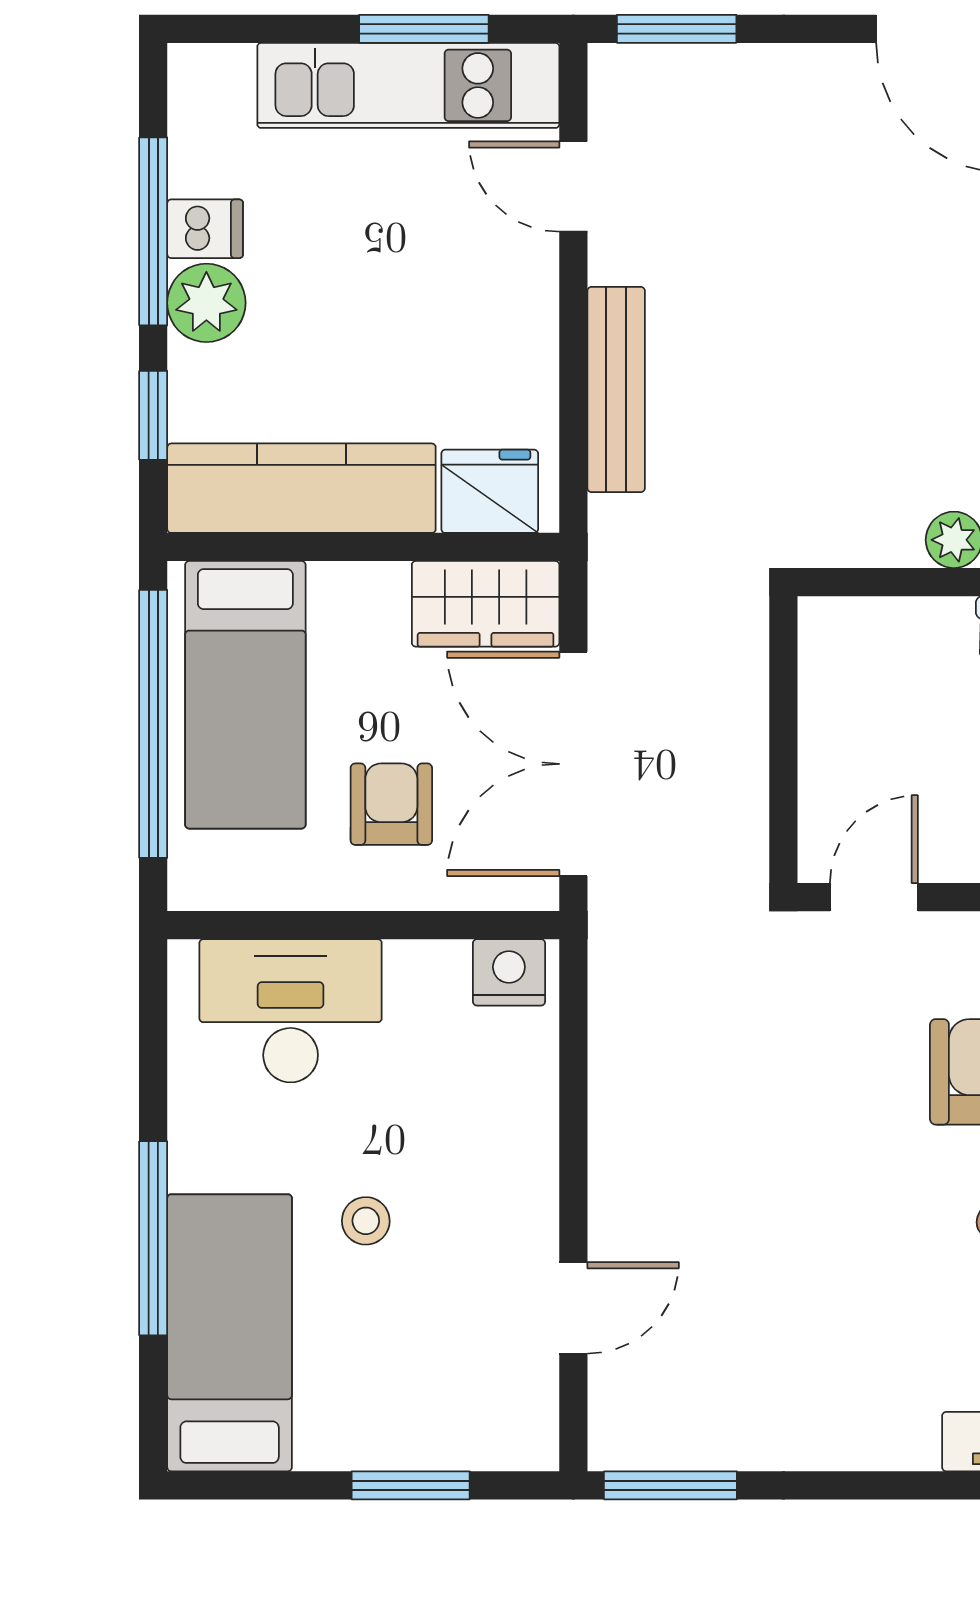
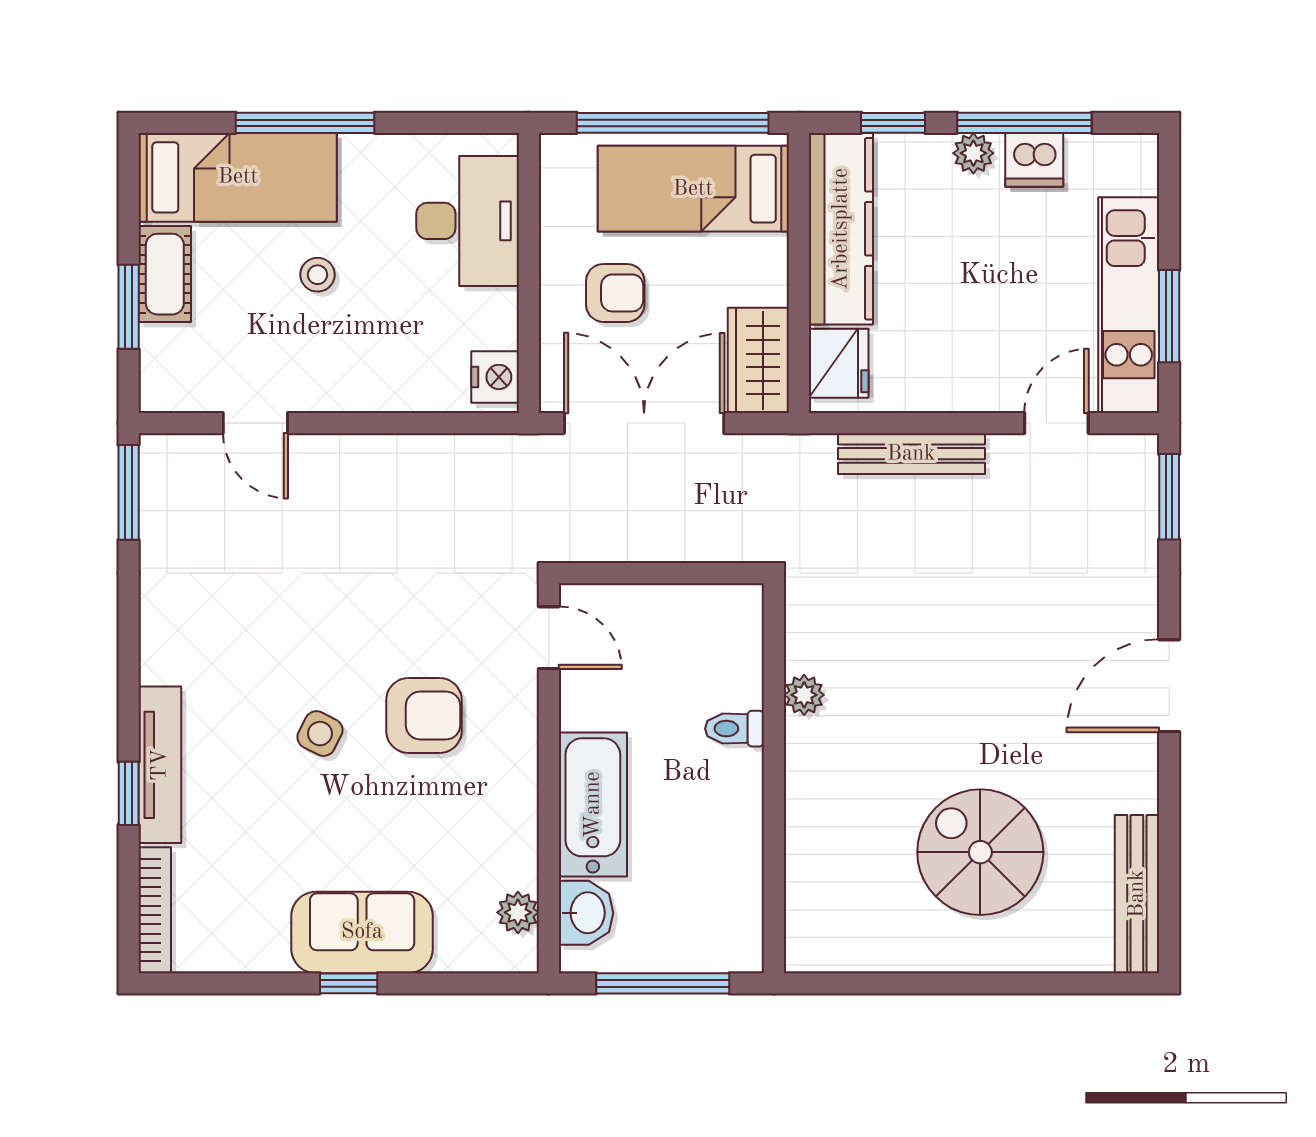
dishwasher: (205, 229) -> (1034, 160), width x1.38
plant: (206, 303) -> (973, 153), width x0.73, depth x0.73
cot: (365, 1435) -> (165, 274), added

